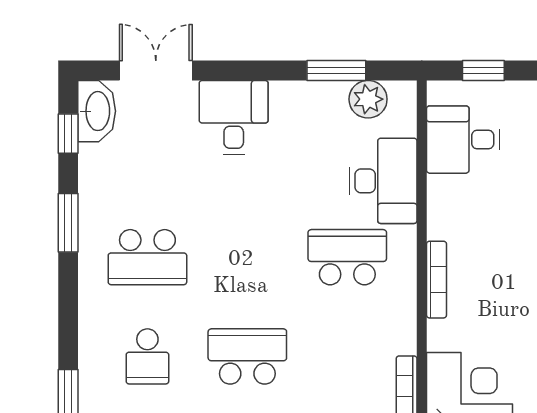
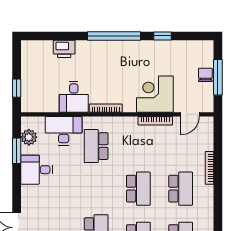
desk: (234, 117) -> (37, 170), moved
desk: (463, 140) -> (74, 97), moved
school desk: (247, 356) -> (138, 189), turned 180

